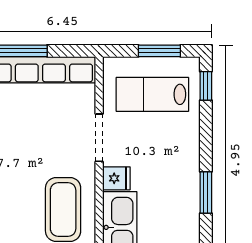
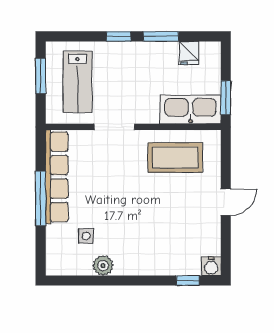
window: (206, 86) -> (119, 36), moved
fridge: (116, 178) -> (189, 53), moved, turned 180

